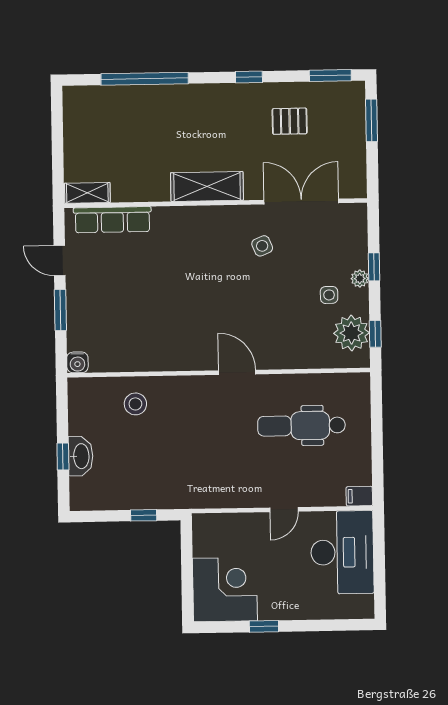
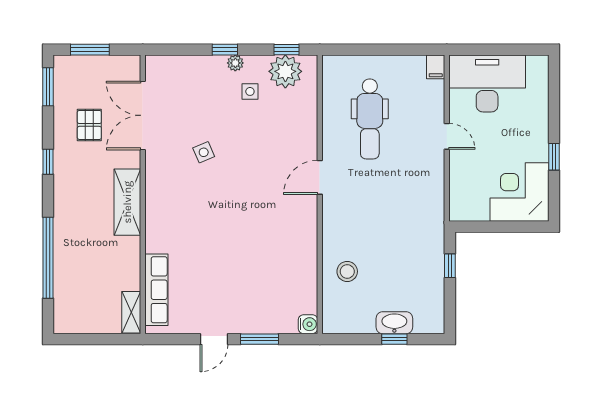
shelving: (207, 186) -> (127, 202), moved
shelving: (87, 193) -> (131, 312), moved
double door: (301, 202) -> (143, 115), moved
wall: (216, 203) -> (143, 194), moved
row of seats: (112, 220) -> (156, 290), moved

